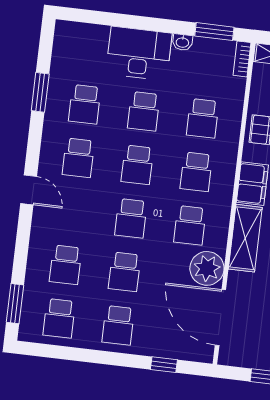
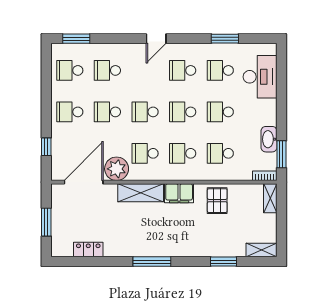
washbasin: (182, 42) -> (269, 139), width x1.91, depth x1.45
desk: (139, 53) -> (260, 77), moved

